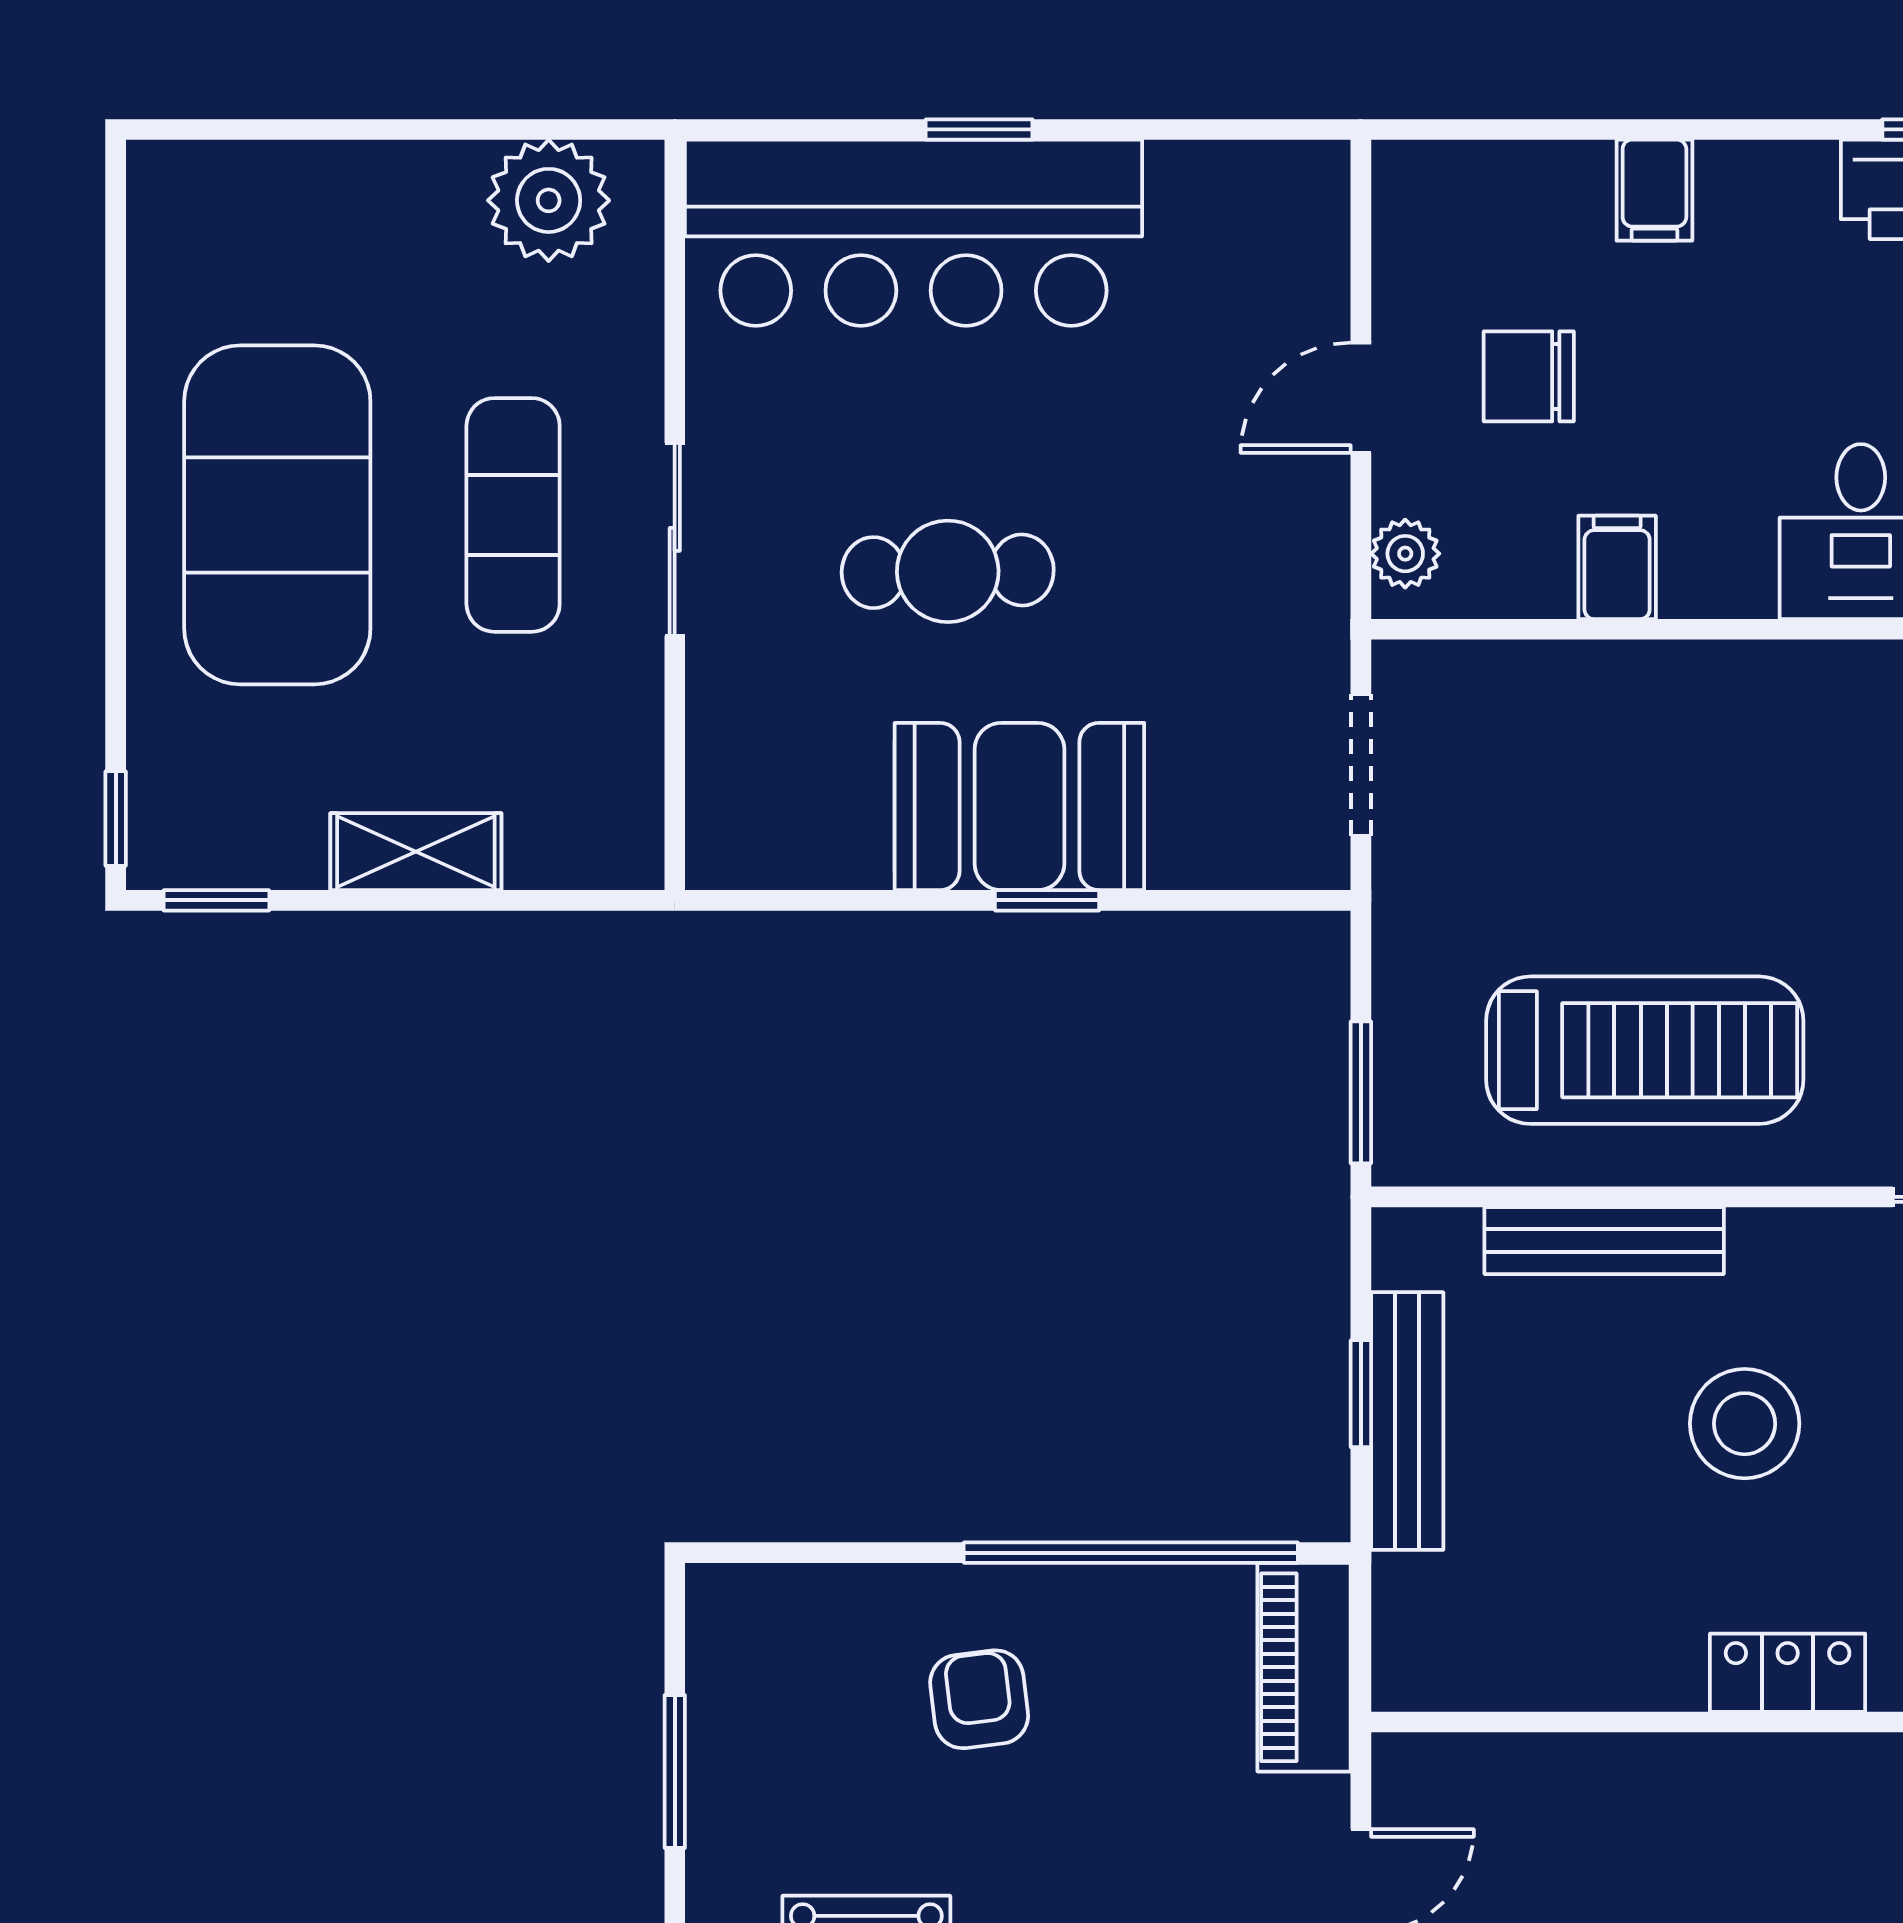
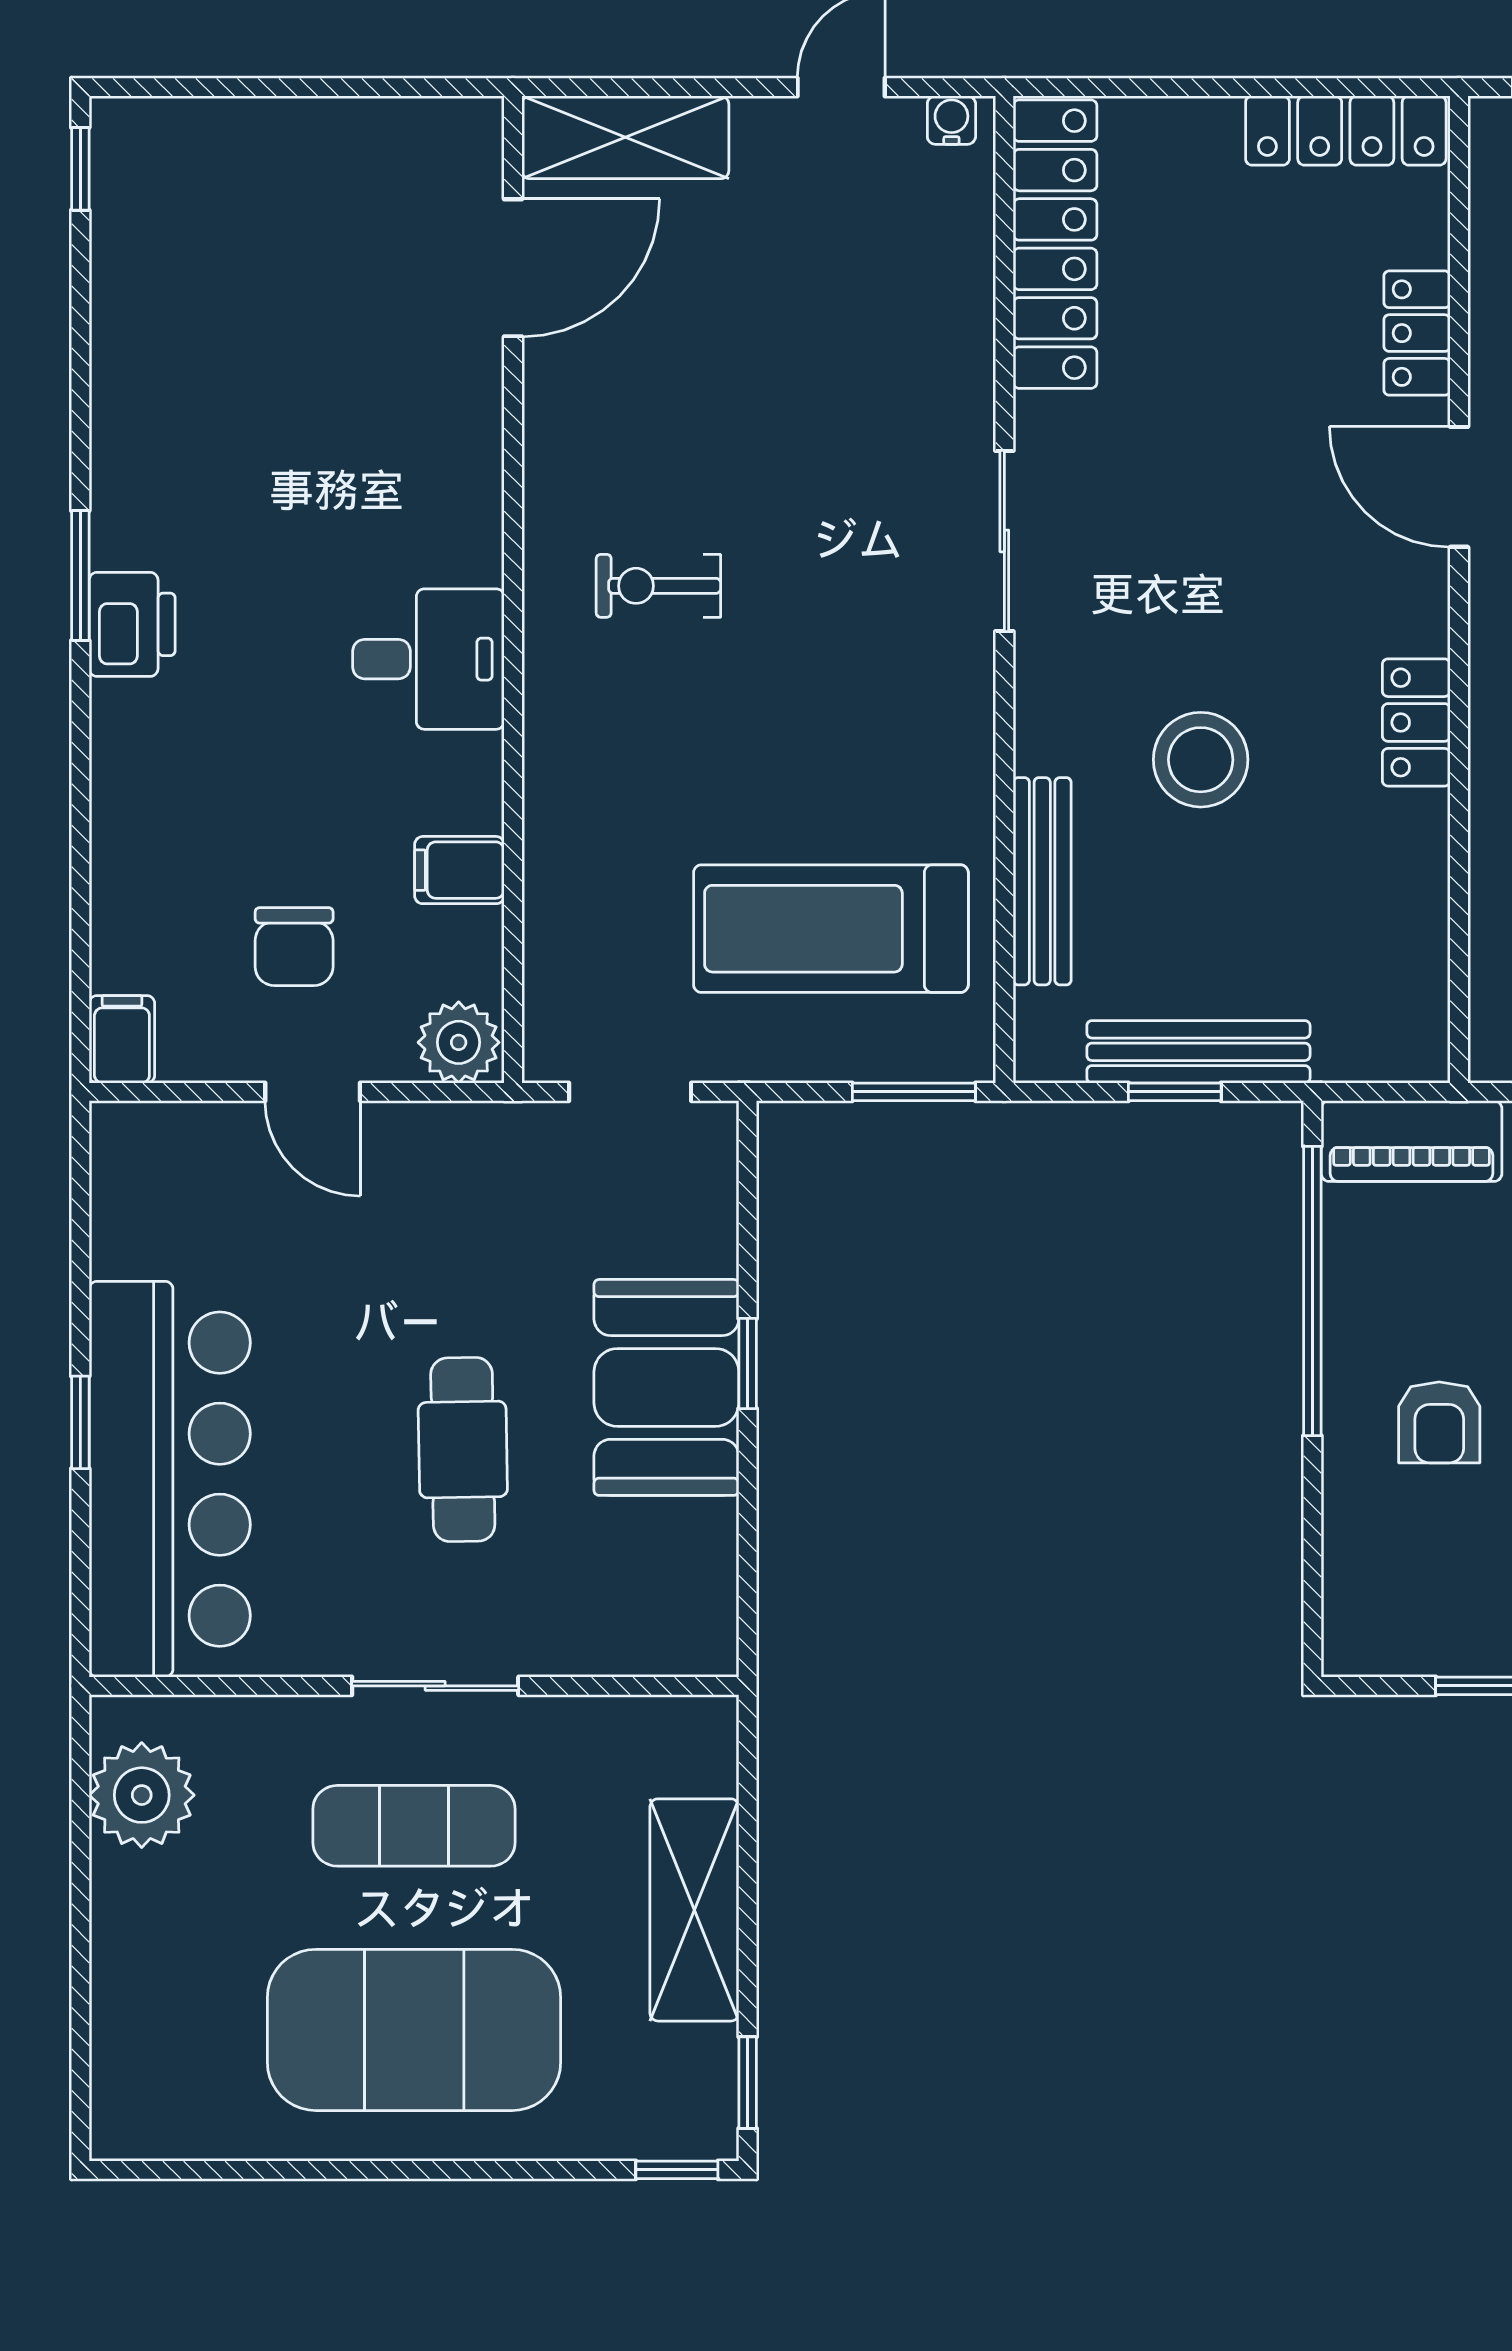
filing cabinet: (1654, 190) -> (122, 1039), moved, turned -90
plant: (1405, 554) -> (459, 1042), width x1.38, depth x1.38
shelving: (416, 852) -> (694, 1910), width x1.50, depth x1.33
treadmill: (1645, 1050) -> (831, 929), moved, turned -90
armchair: (979, 1699) -> (1439, 1422), turned -83

